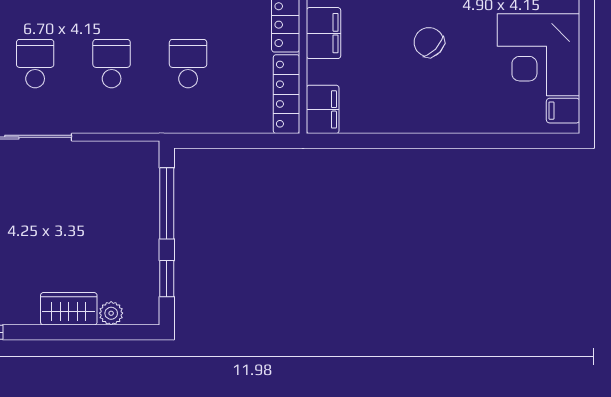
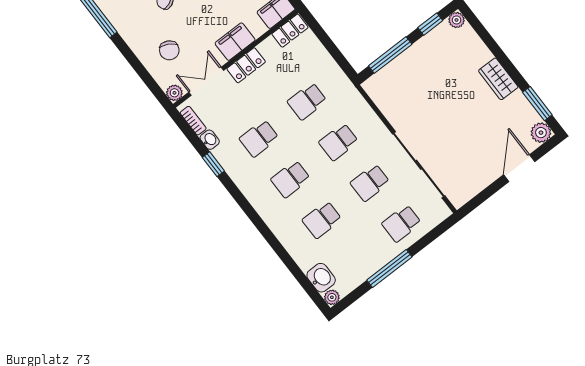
locker: (286, 94) -> (290, 31), width x0.66
wardrobe: (69, 309) -> (498, 79), moved
plant: (111, 313) -> (457, 20), moved

